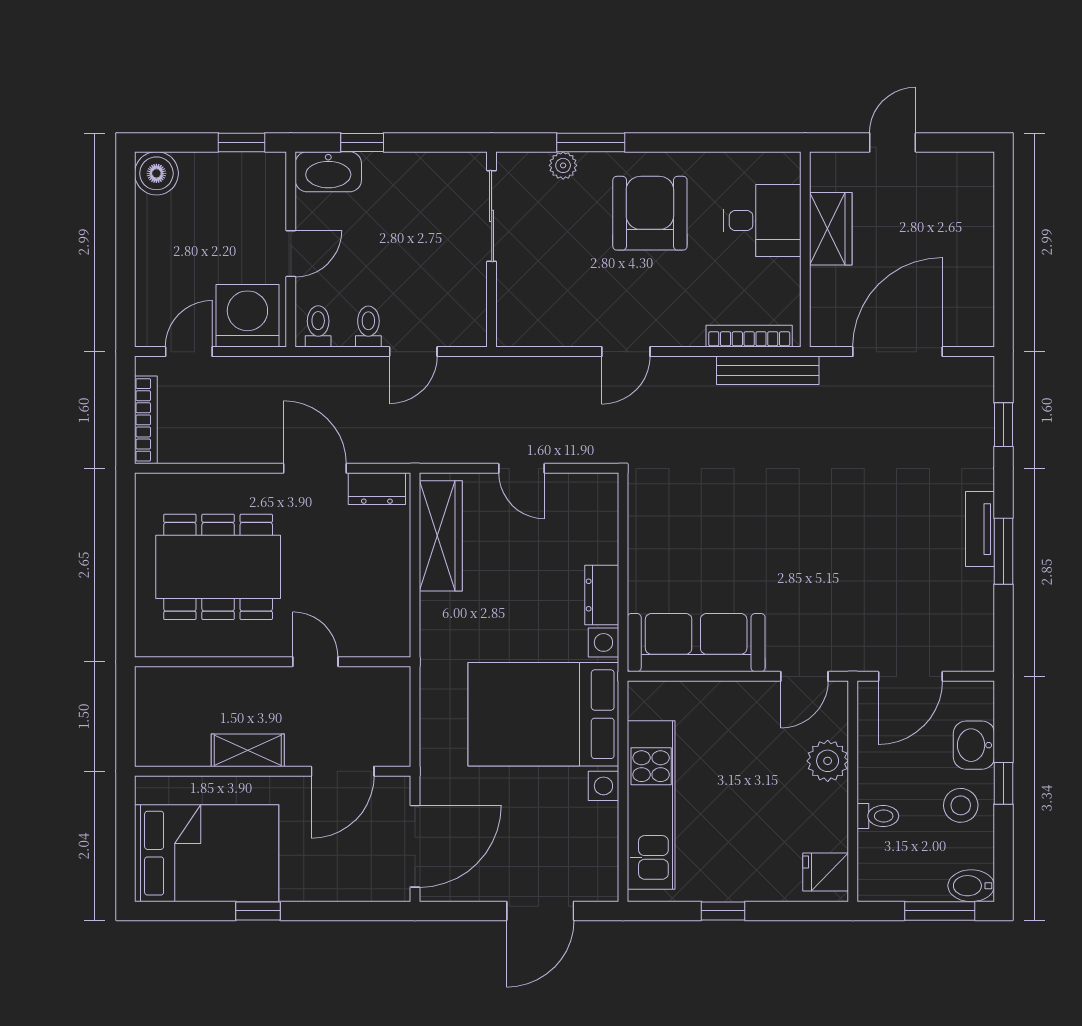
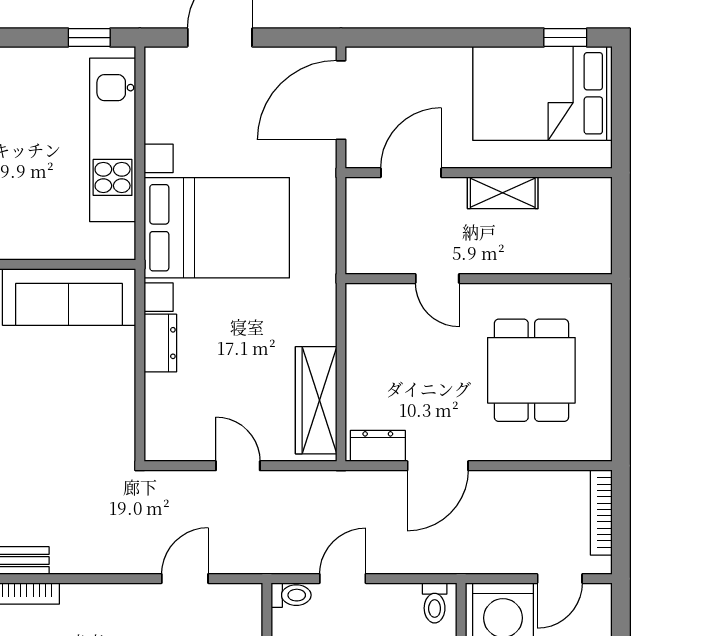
toilet: (368, 326) -> (291, 595), moved, turned -90
door: (626, 352) -> (185, 579), moved
door: (315, 468) -> (438, 466), hinge flipped
dining table: (218, 567) -> (531, 370), width x0.73
window: (258, 911) -> (565, 38), moved
window: (723, 911) -> (89, 38), moved

